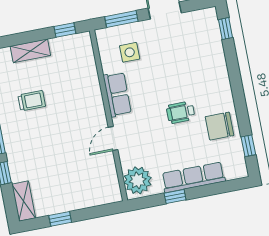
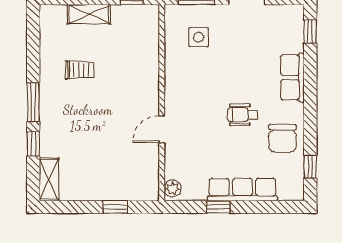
row of seats: (117, 94) -> (292, 78), moved, turned 180
chair: (220, 126) -> (283, 138), turned -90
plant: (138, 180) -> (173, 188), width x0.53, depth x0.53
window: (60, 219) -> (115, 207), moved

